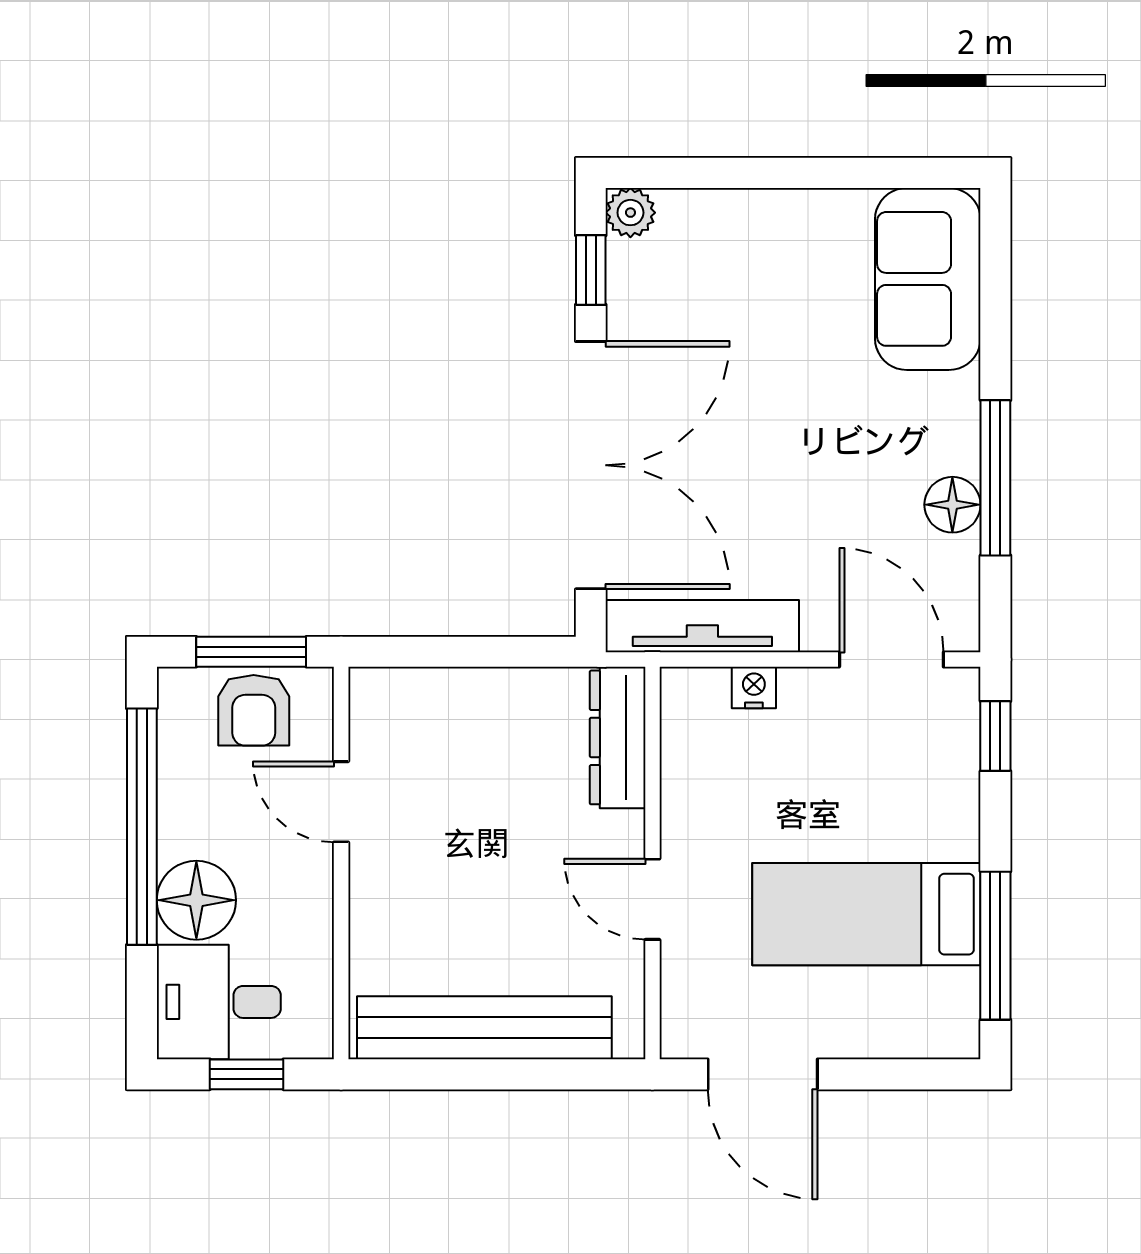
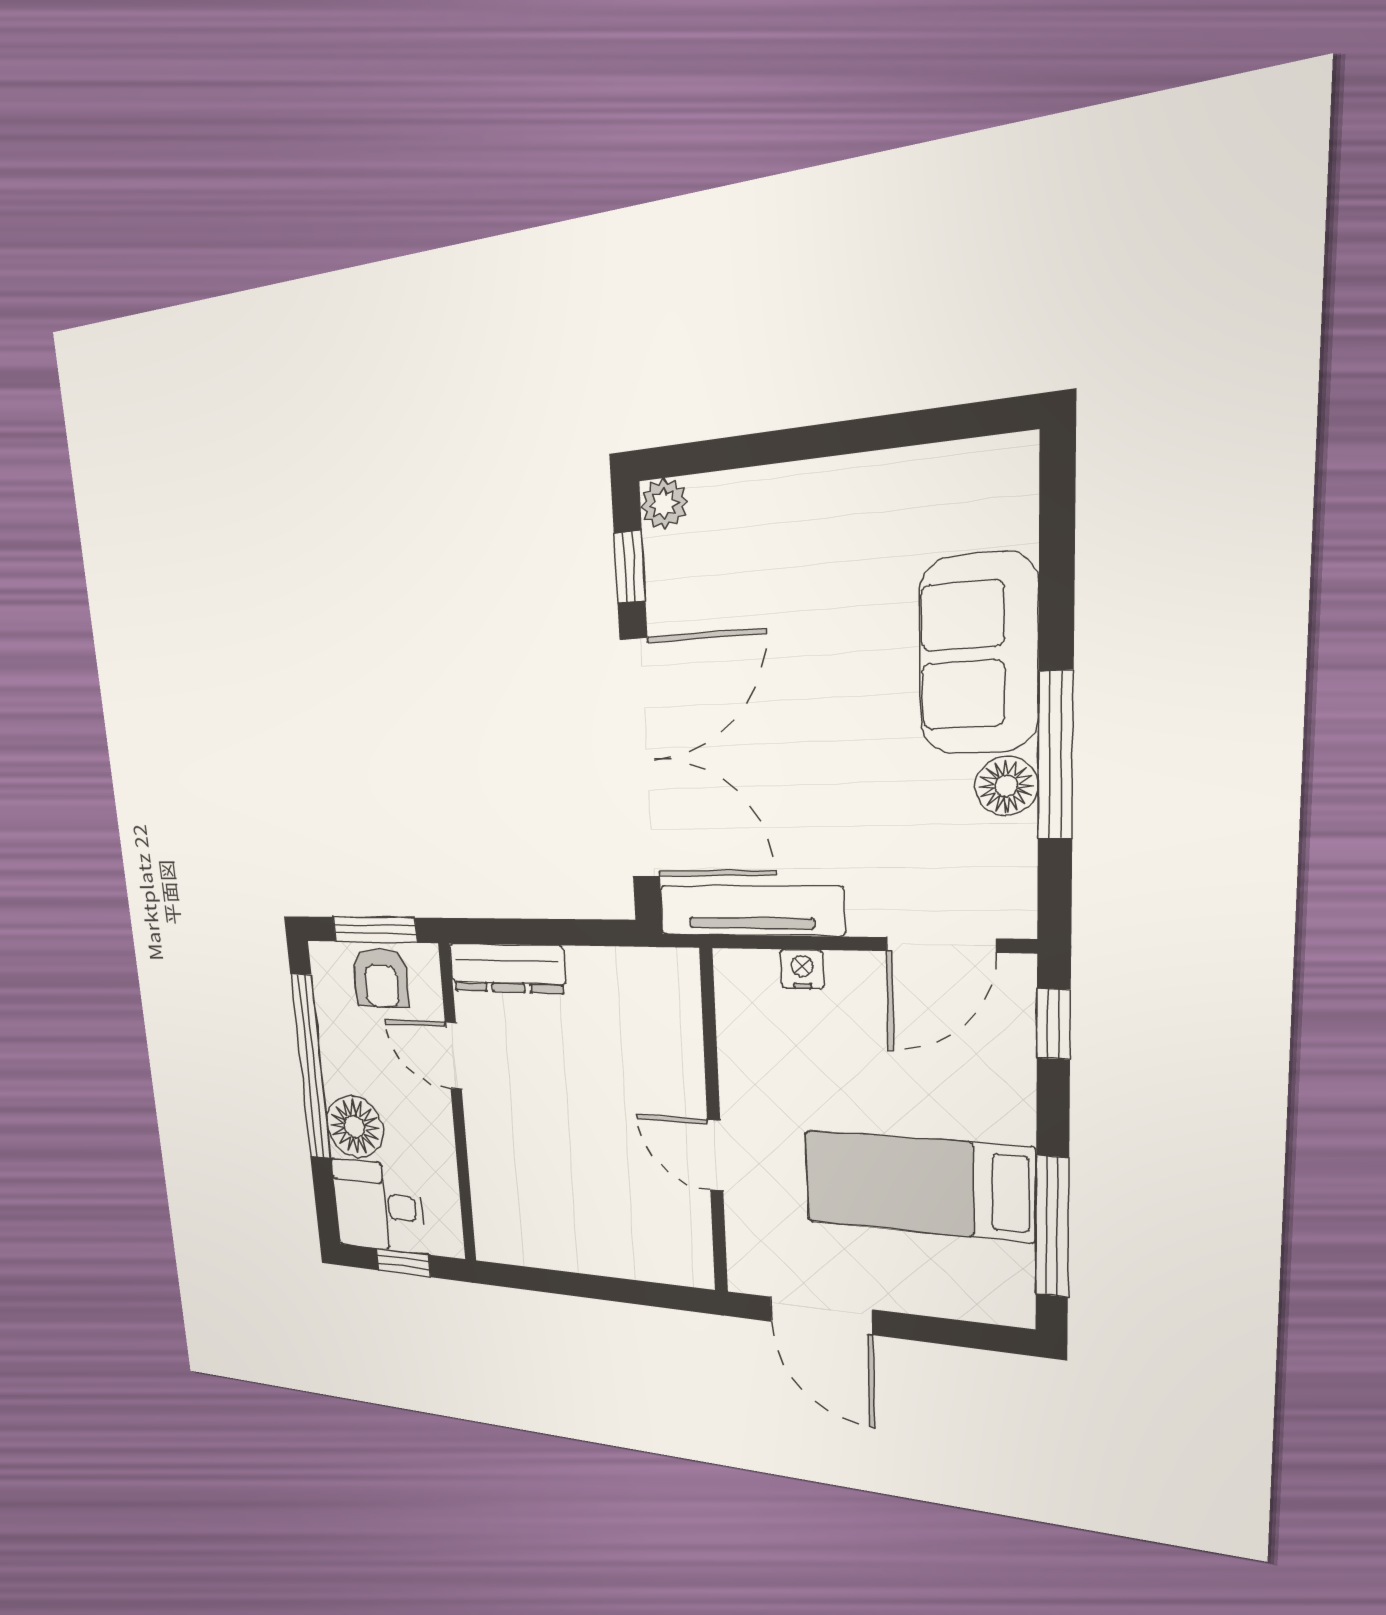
sofa: (928, 279) -> (978, 654), moved
door: (891, 660) -> (941, 945), swing flipped
dresser: (618, 737) -> (507, 968), moved, turned -90
bench: (484, 1028) -> (579, 1248), removed

